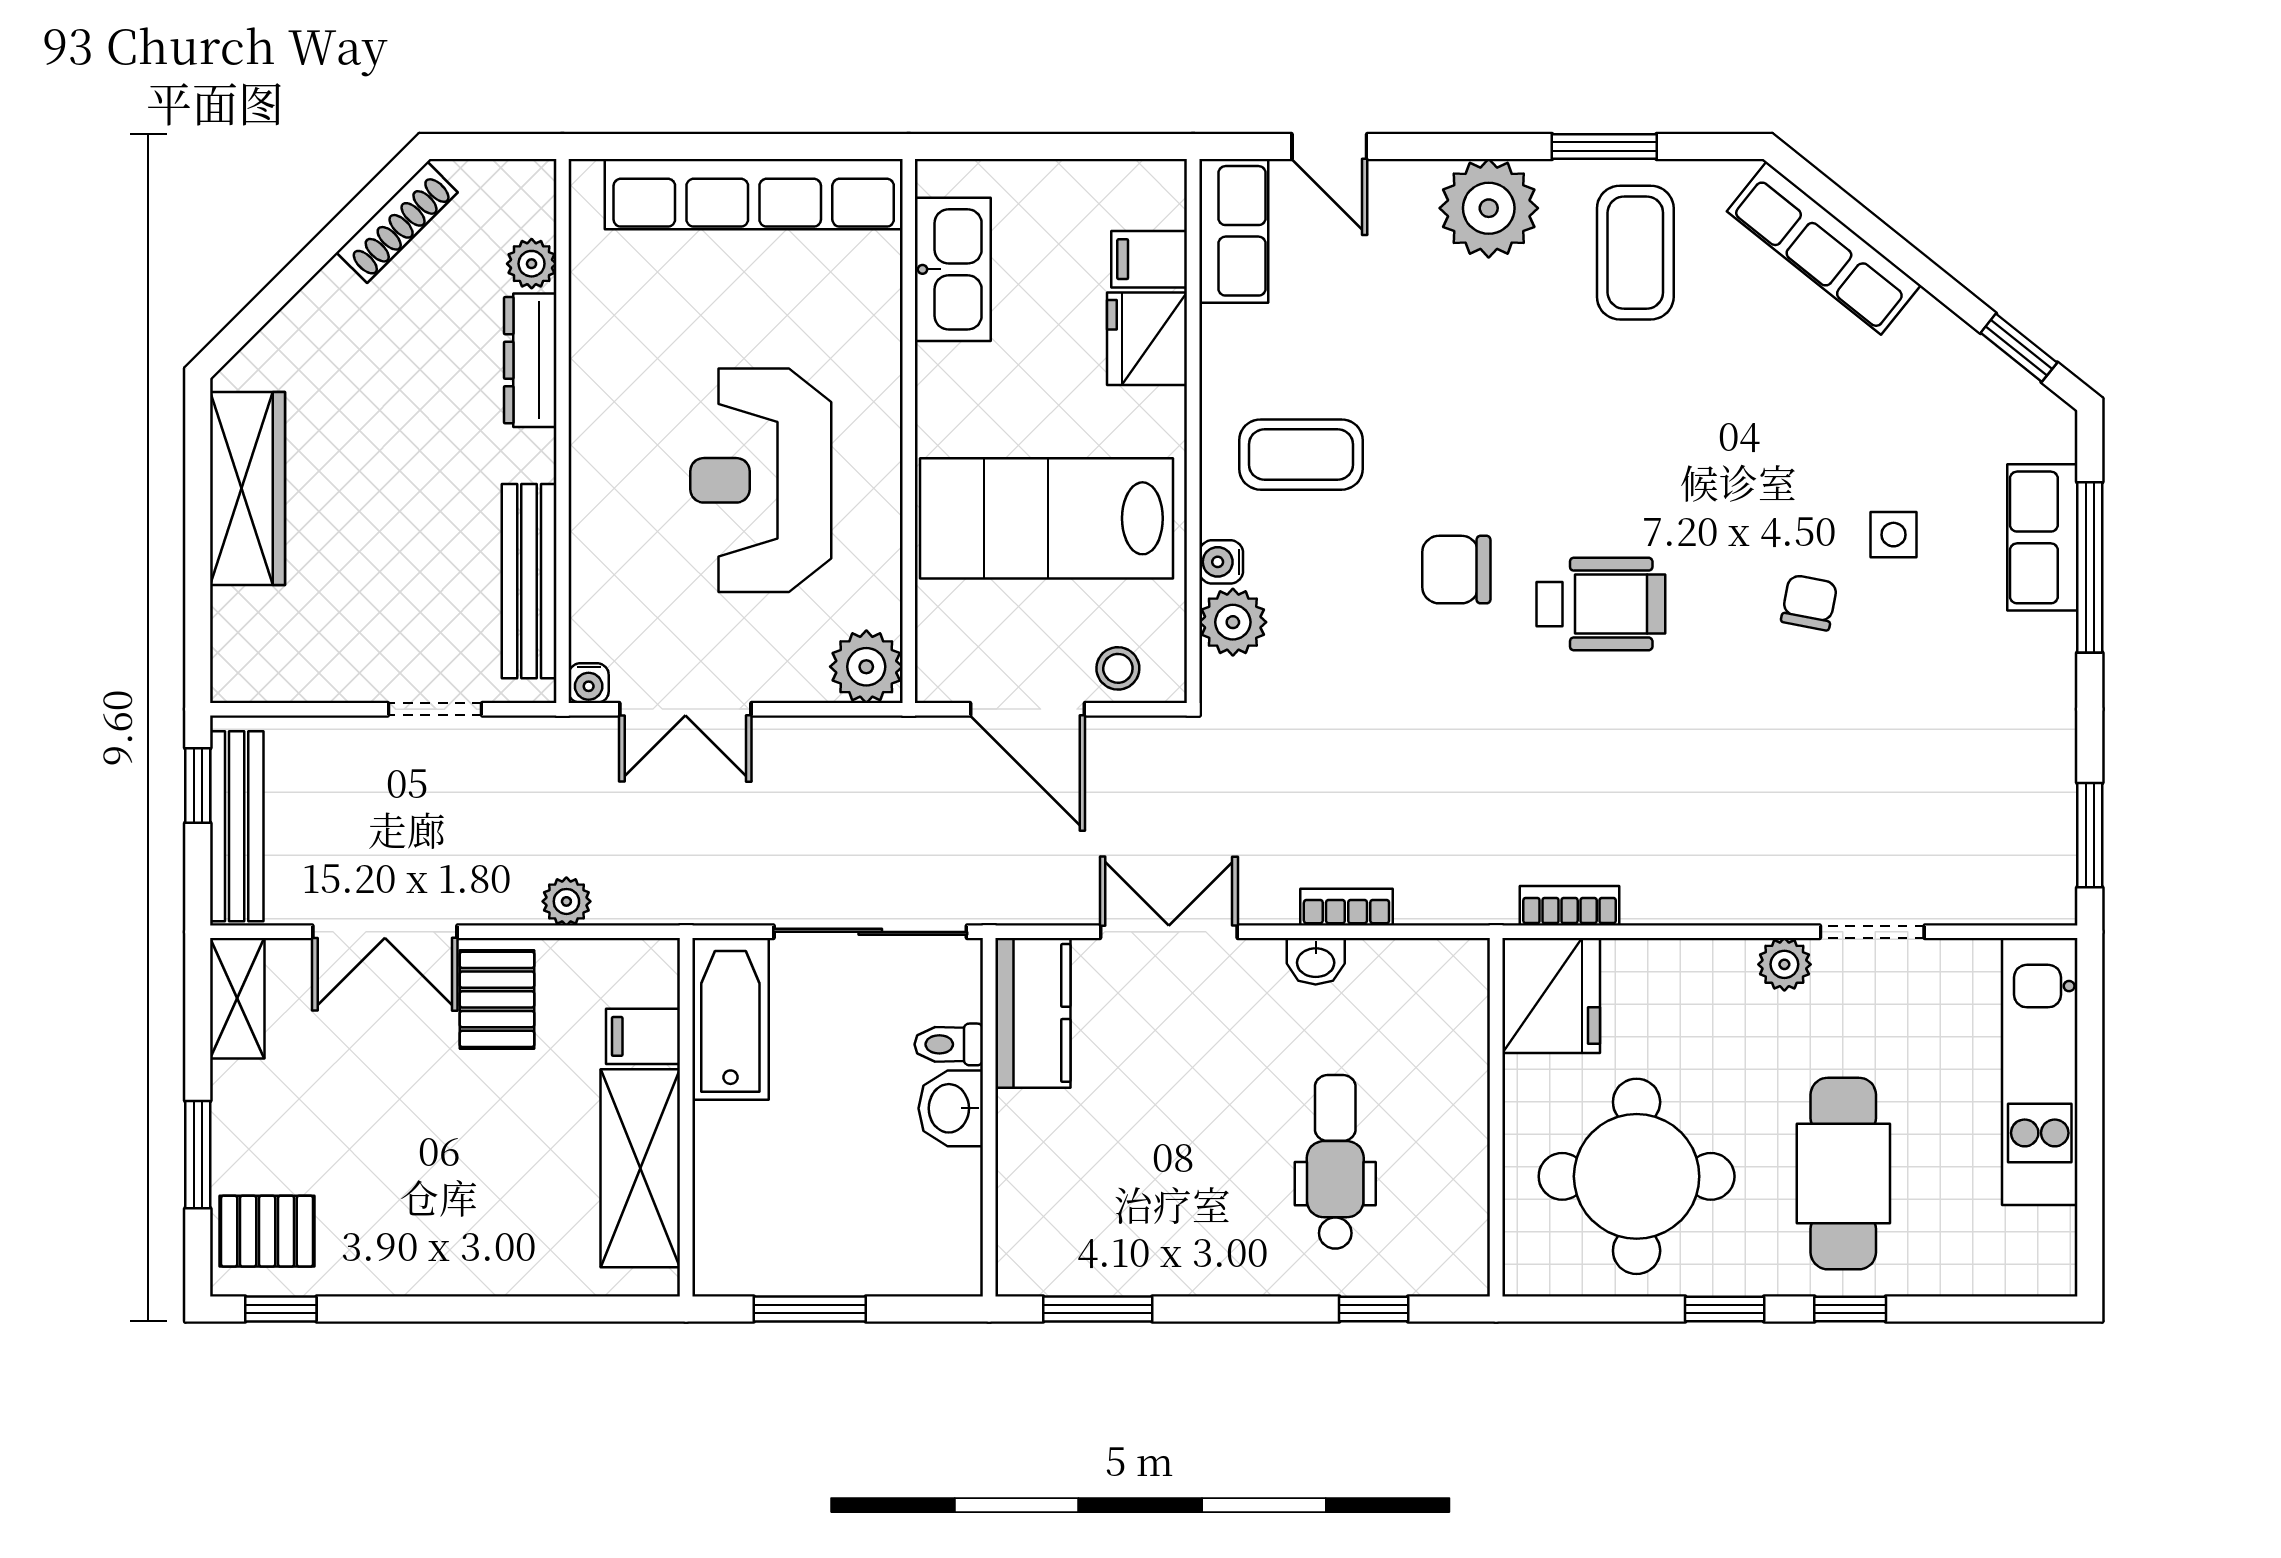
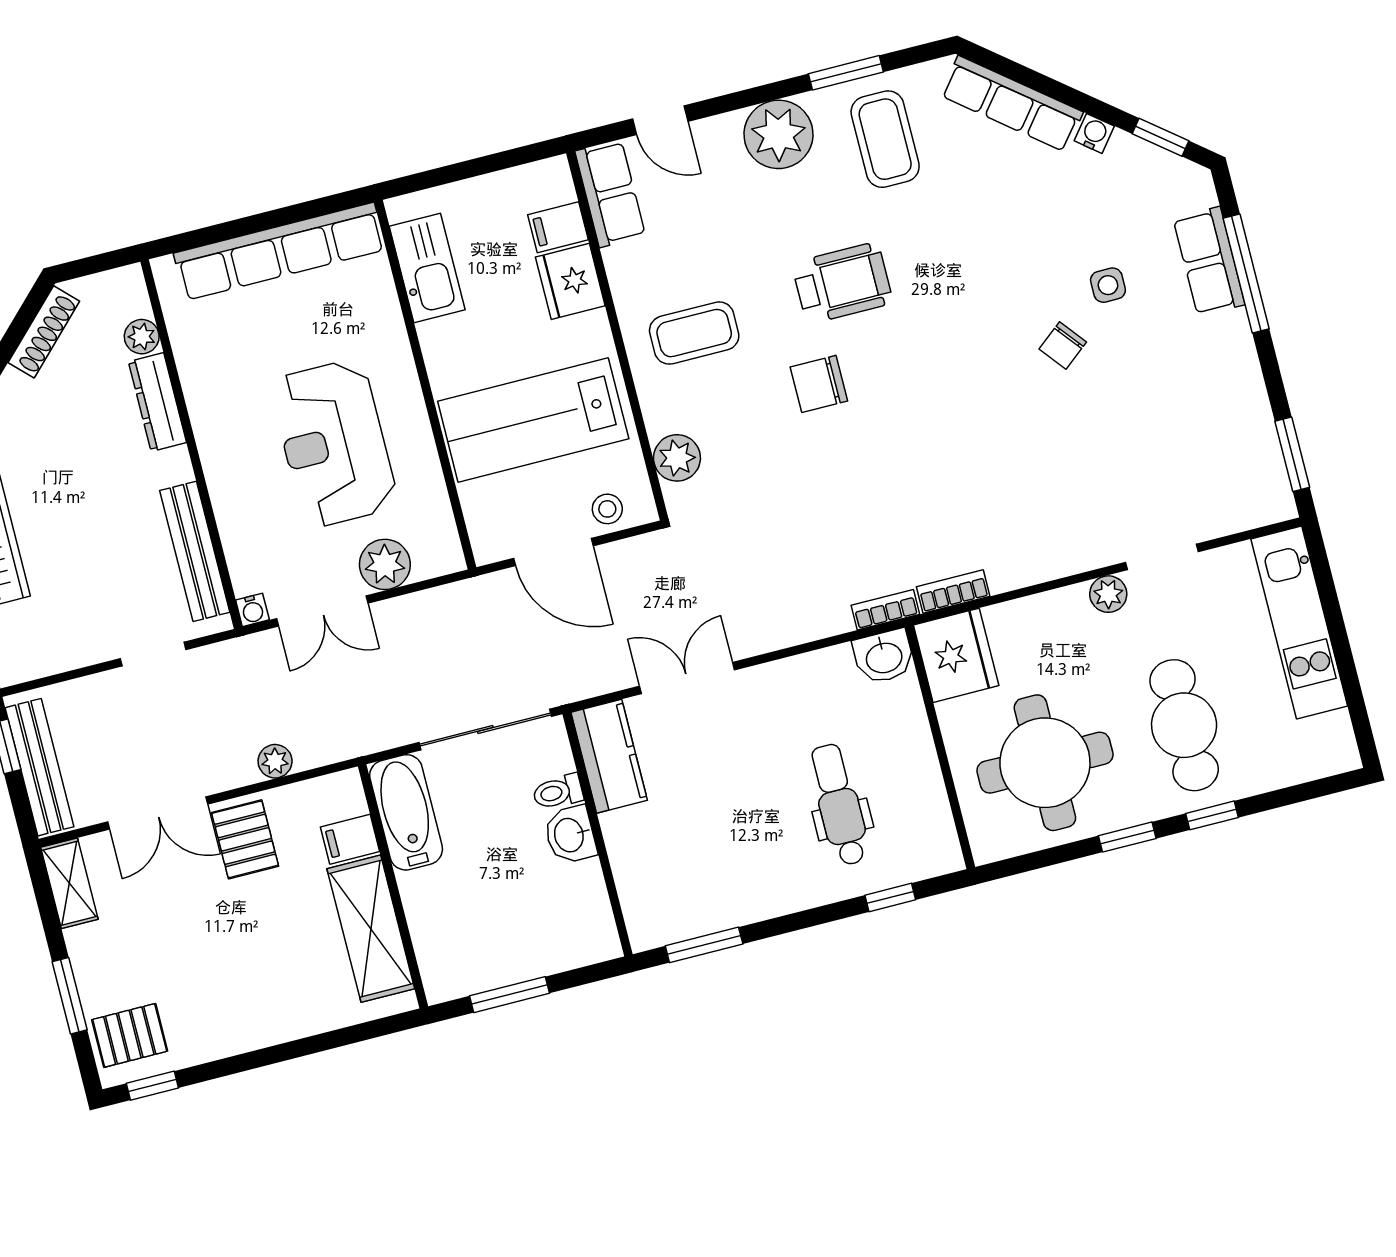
water cooler: (1221, 562) -> (1094, 133), moved, turned 129
chair: (1809, 603) -> (1063, 345), turned -140
wheelchair: (1601, 604) -> (842, 283), moved
plant: (866, 667) -> (385, 564), moved
bookcase: (1346, 907) -> (885, 610), moved
washbasin: (1316, 961) -> (884, 657), moved, width x1.38, depth x1.45

